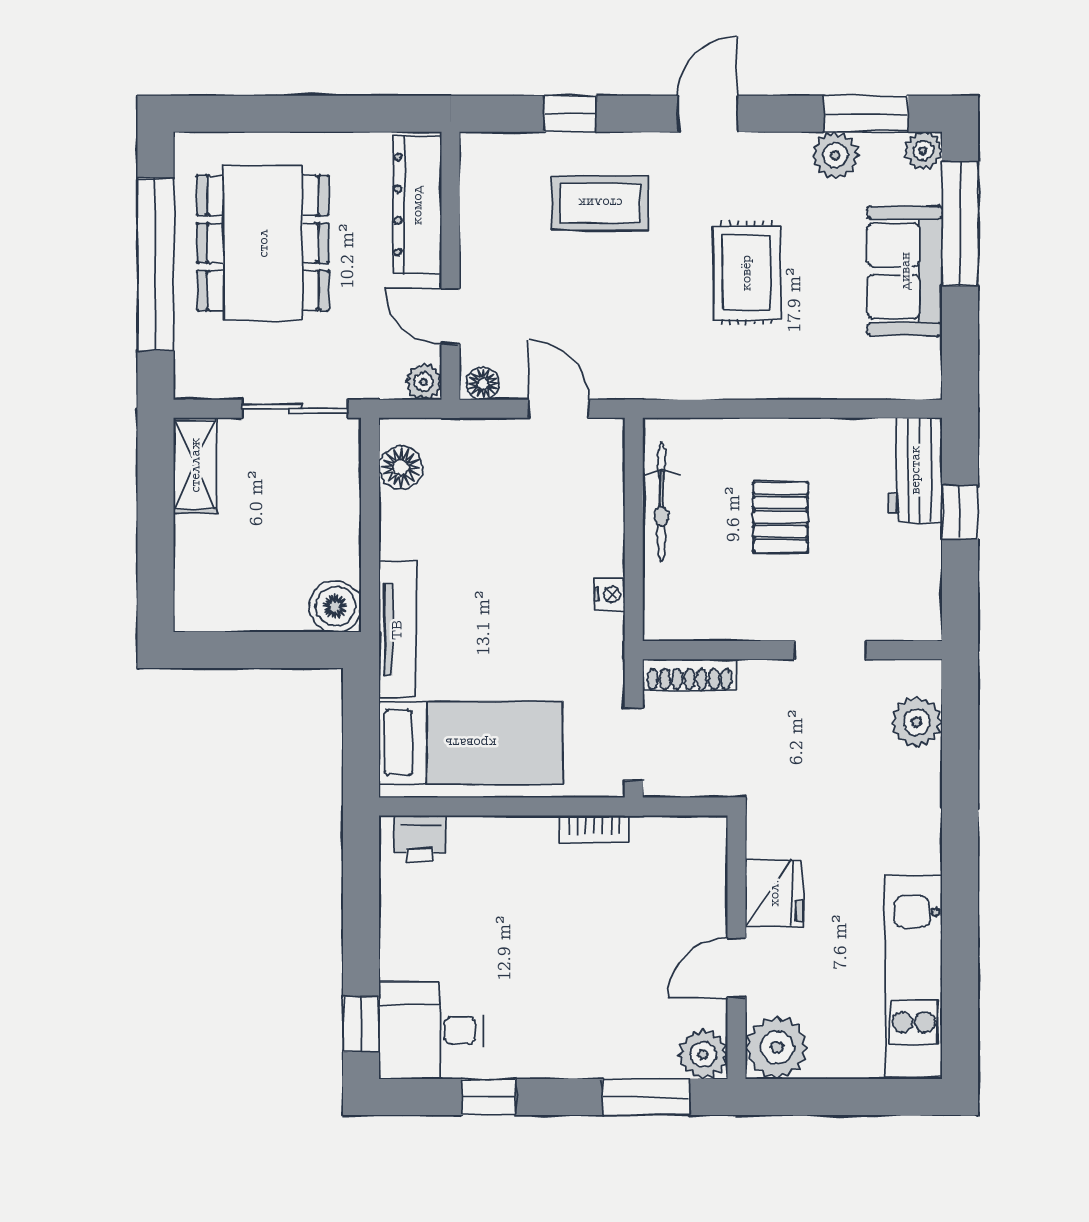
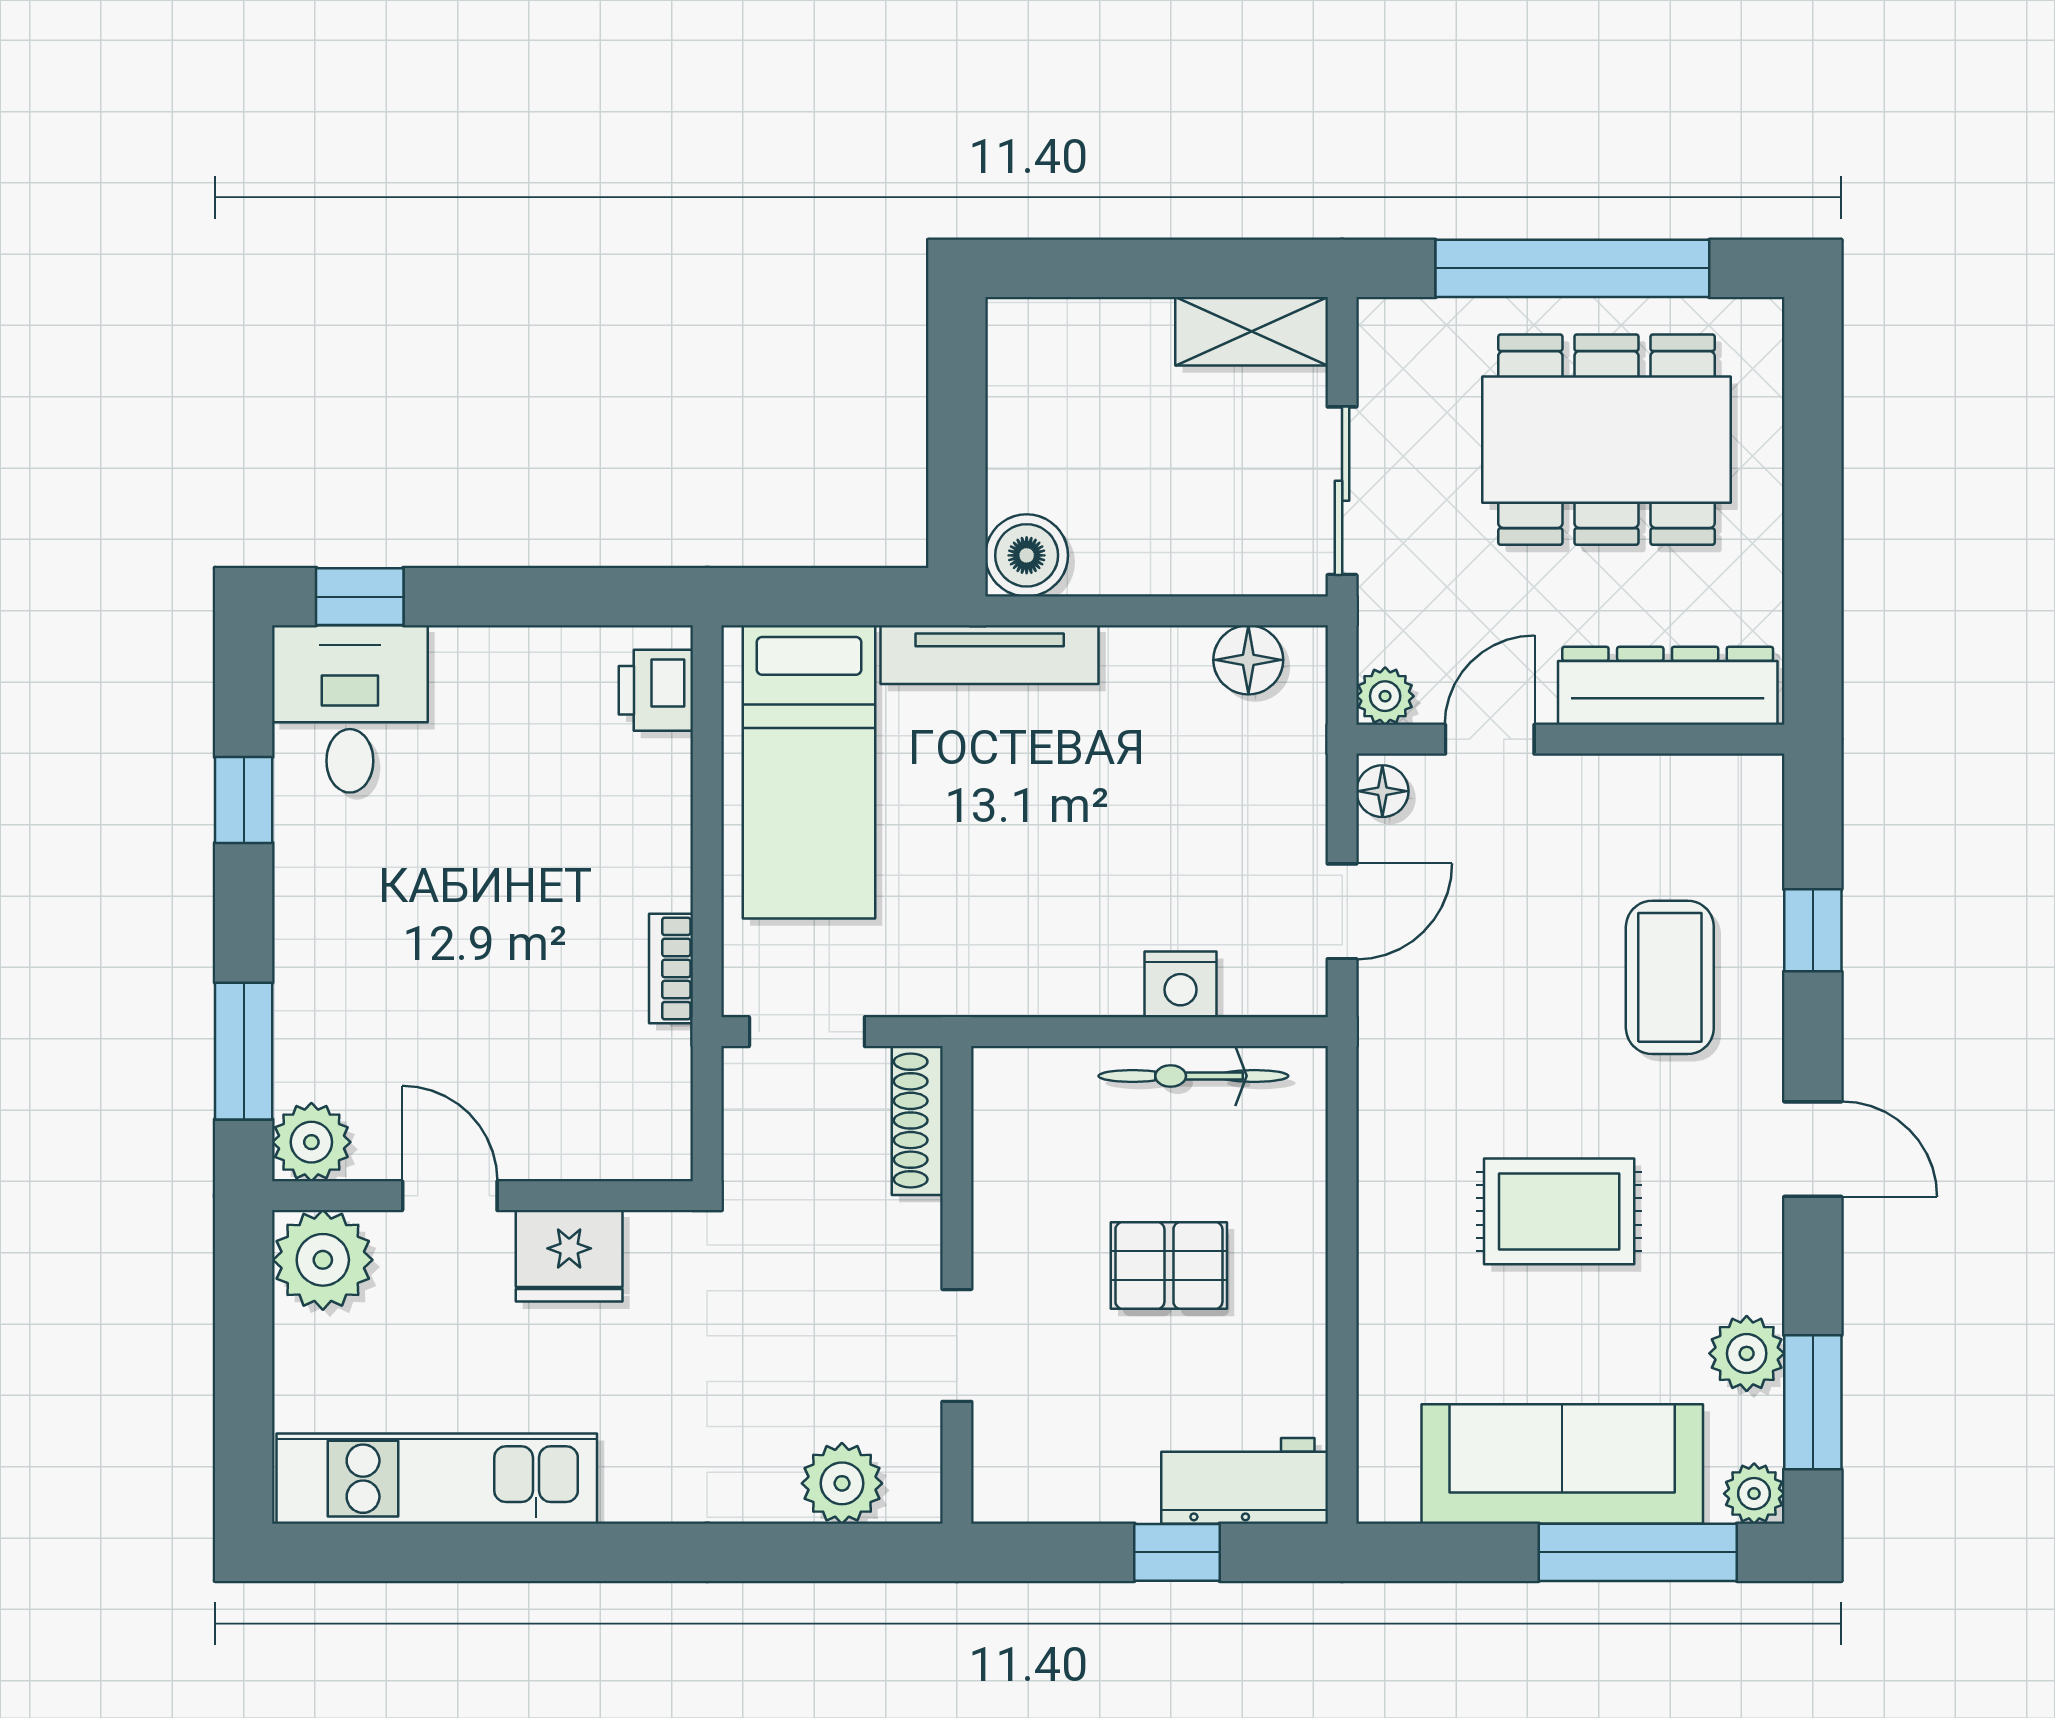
sofa: (905, 271) -> (1562, 1464), width x1.36
nightstand: (610, 595) -> (1180, 984), moved, width x1.39, depth x1.35

